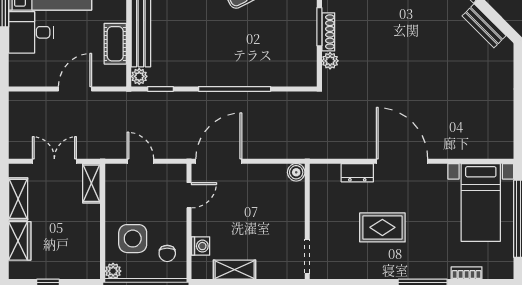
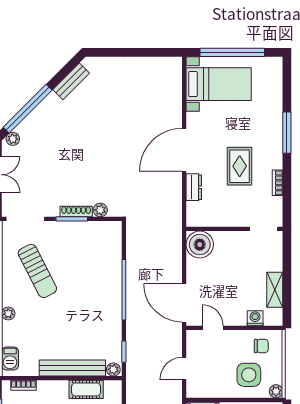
boiler: (296, 172) -> (200, 245), width x1.86, depth x1.86
bookcase: (467, 273) -> (278, 183), moved

